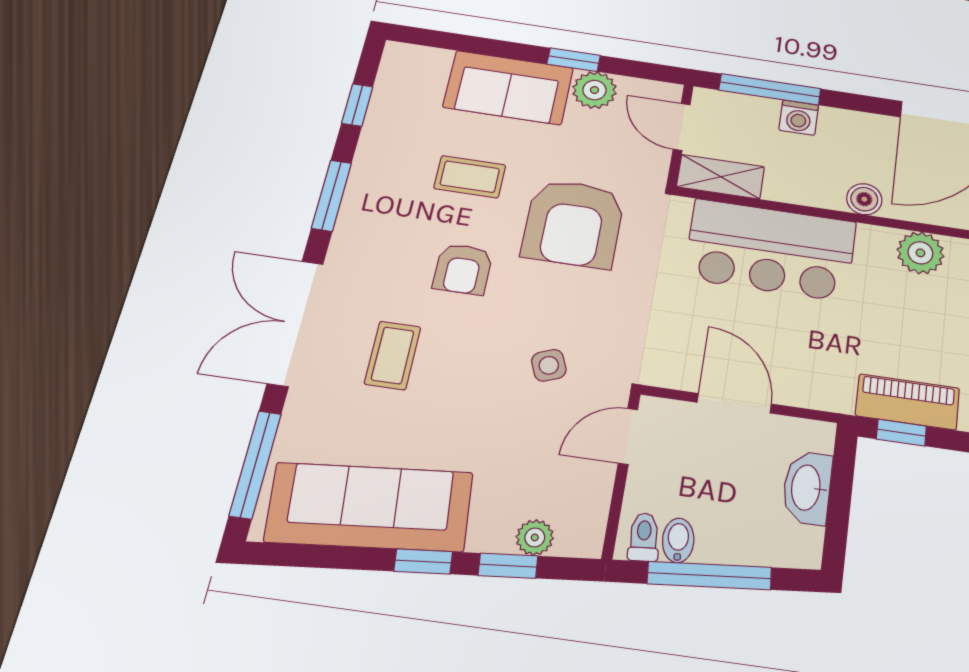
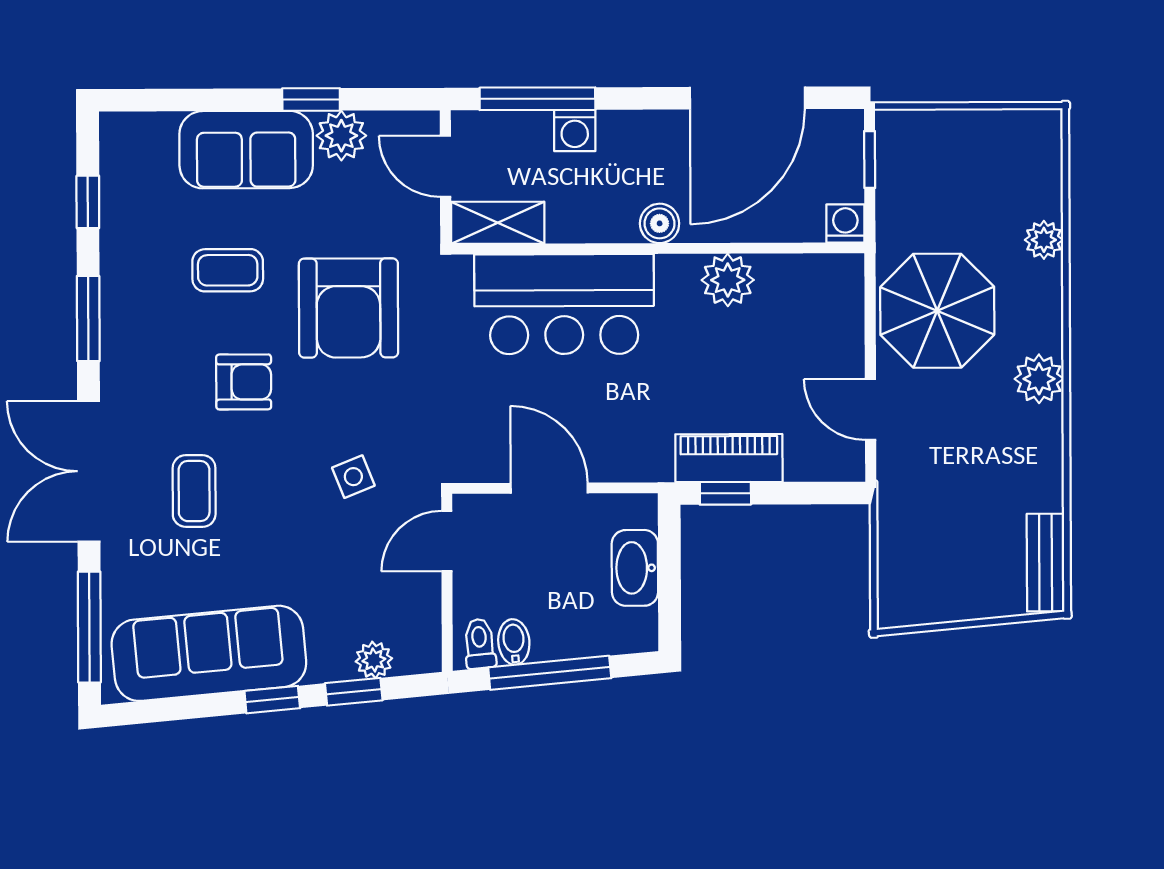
armchair: (463, 269) -> (244, 382), turned -90

